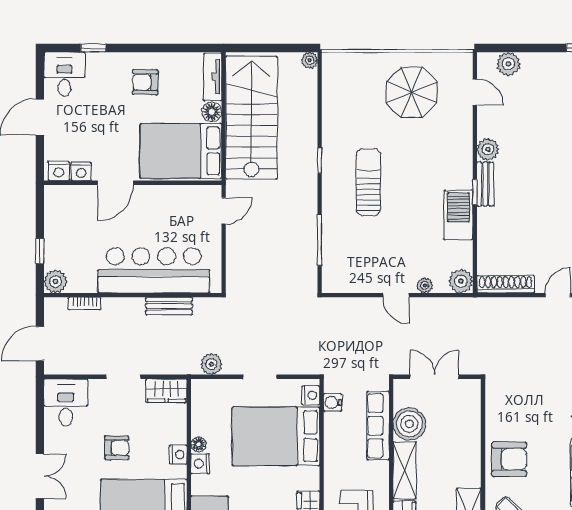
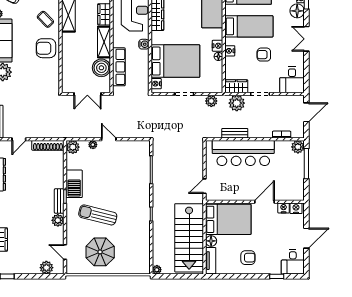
sun lounger: (368, 182) -> (98, 215), moved, turned 104
window: (40, 251) -> (306, 164), width x2.17
plant: (166, 360) -> (237, 103), added
water cooler: (333, 402) -> (144, 44), moved

